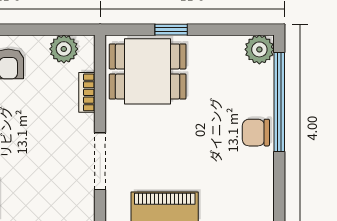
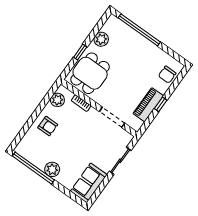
plant: (259, 49) -> (101, 39), moved
chair: (256, 133) -> (167, 75), moved

